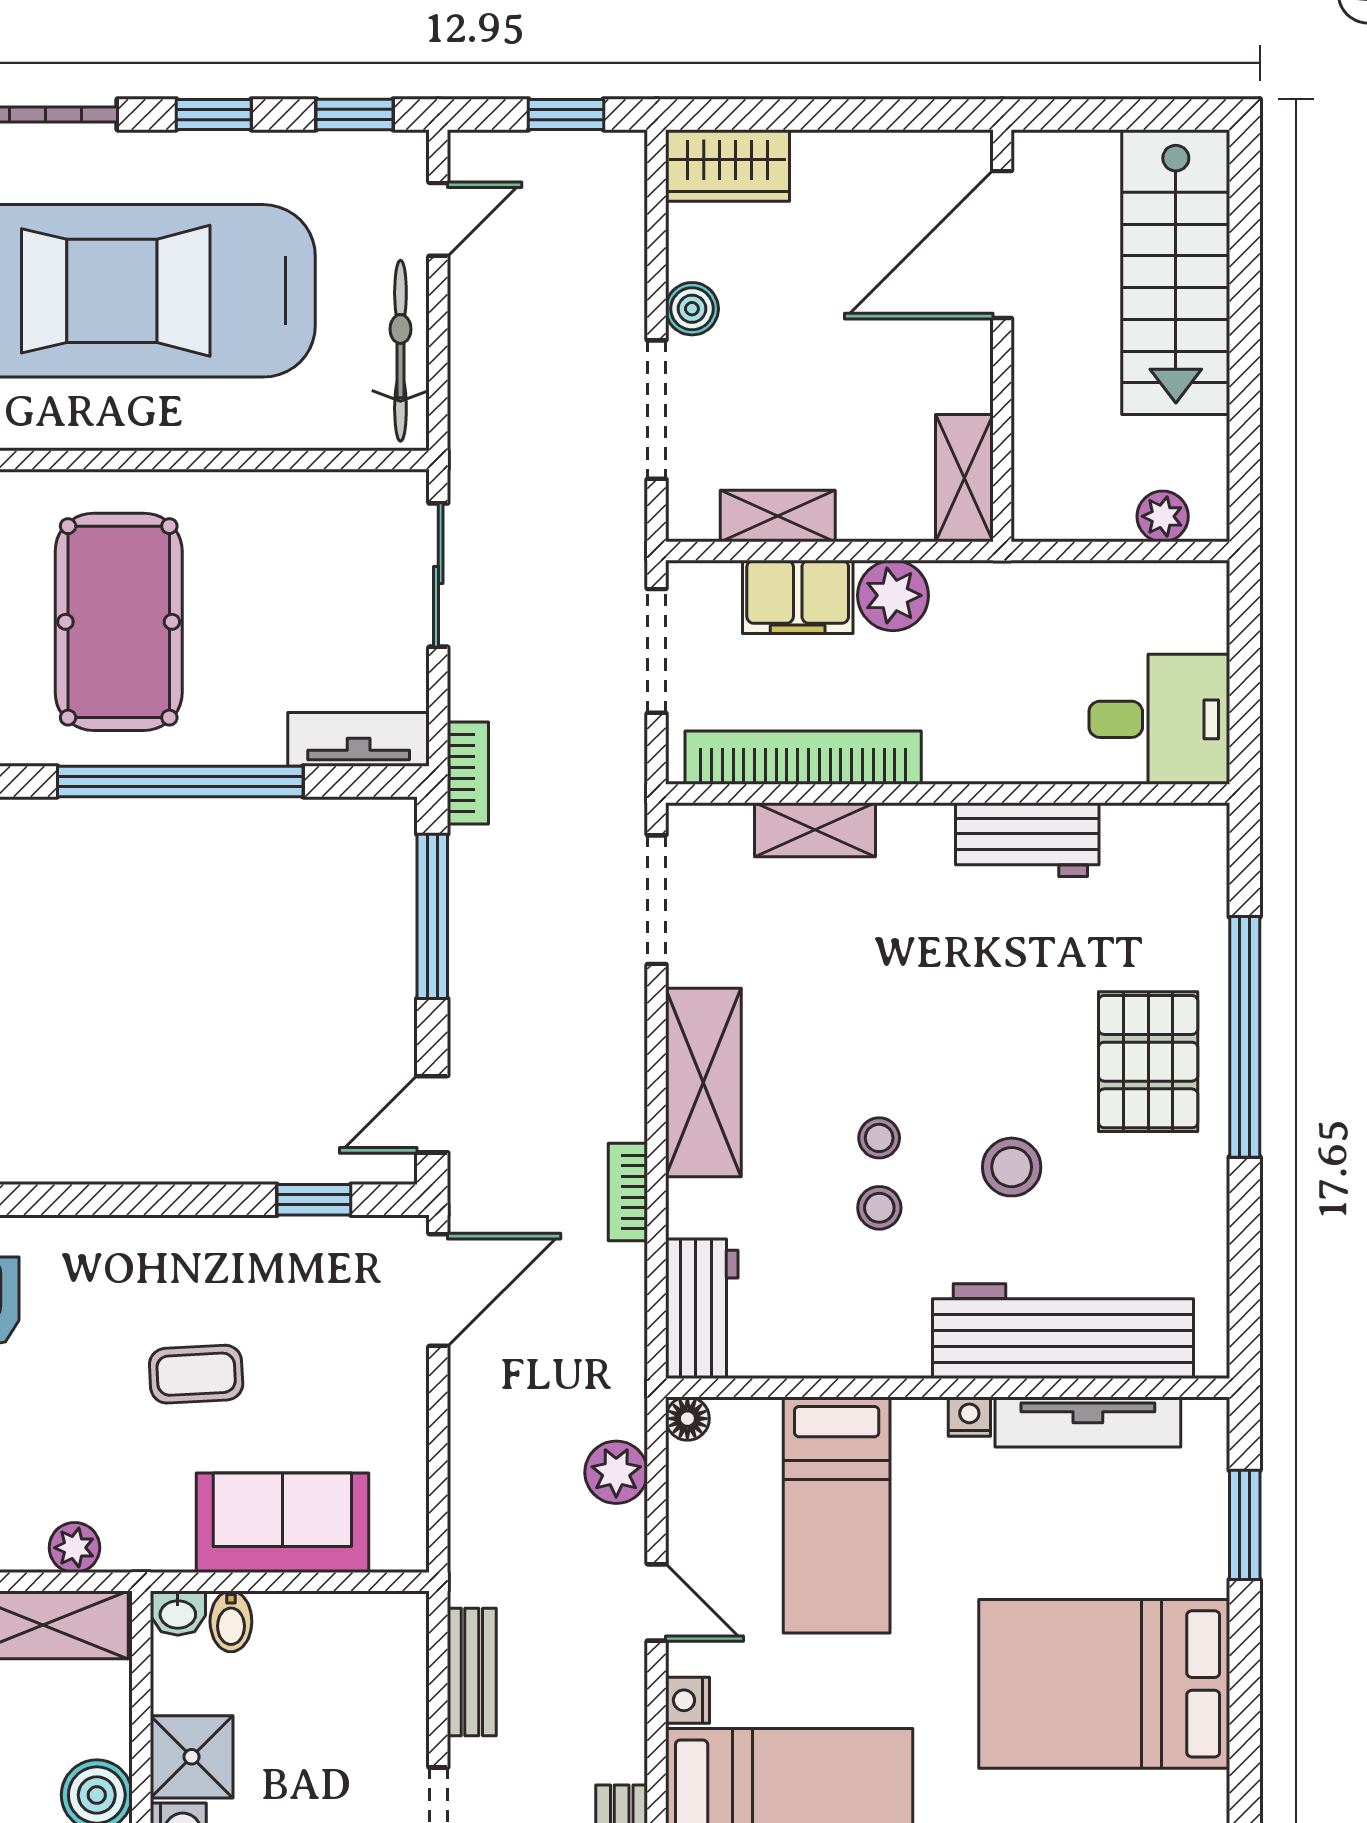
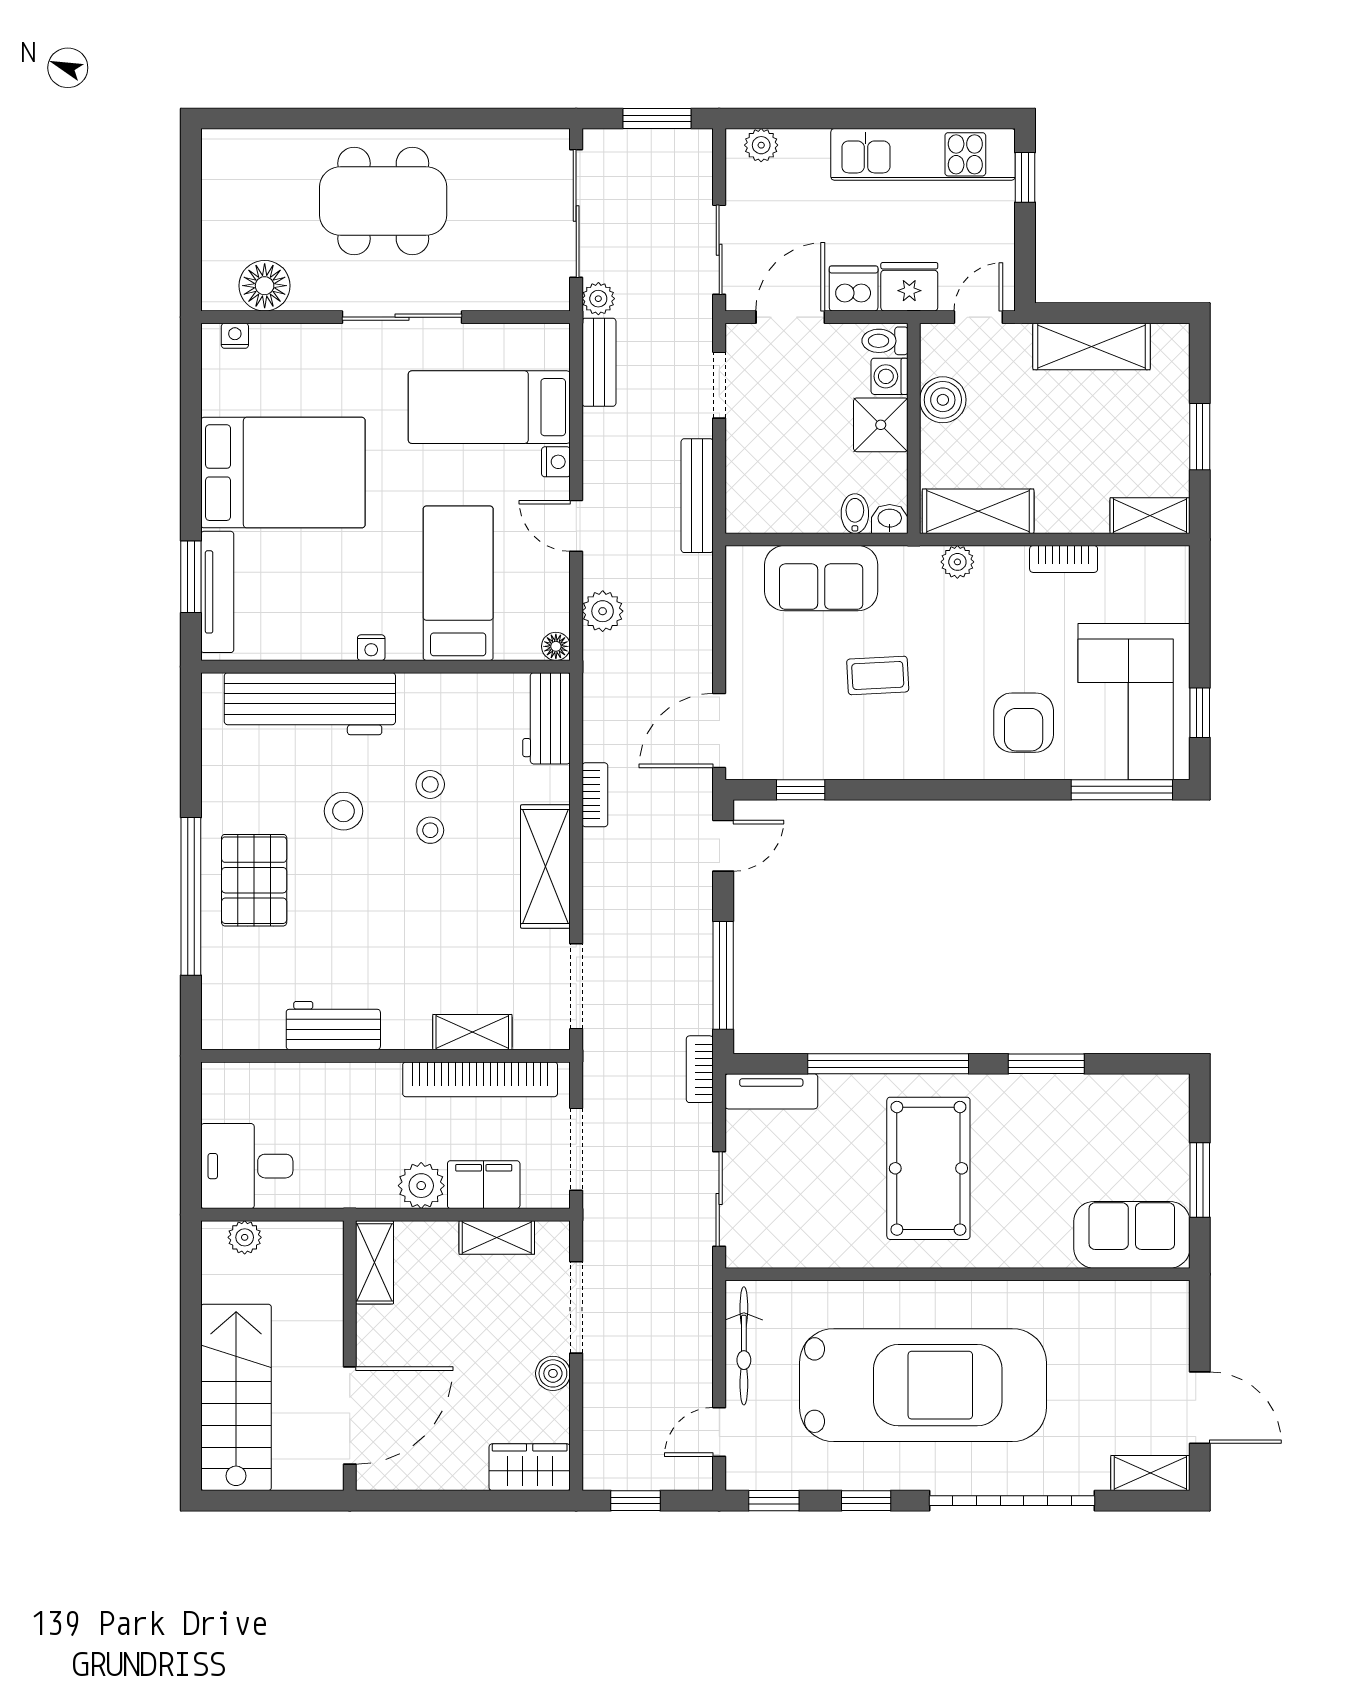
desk: (1159, 719) -> (247, 1166), moved
tv unit: (1088, 1422) -> (217, 592), moved, turned 90
bench: (472, 1672) -> (697, 496), width x1.36

